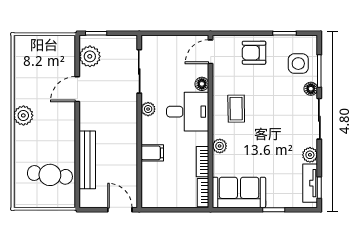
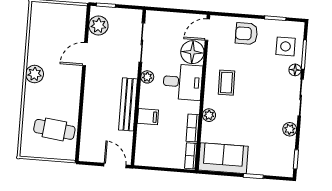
floor lamp: (202, 84) -> (192, 52), width x1.89, depth x1.89
bench: (87, 160) -> (128, 104), moved
tv unit: (310, 183) -> (288, 155), removed

